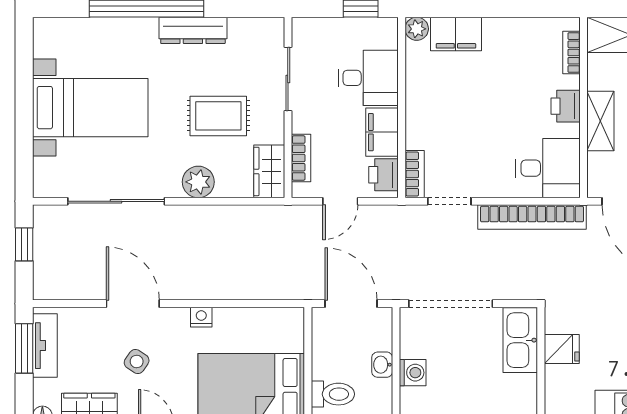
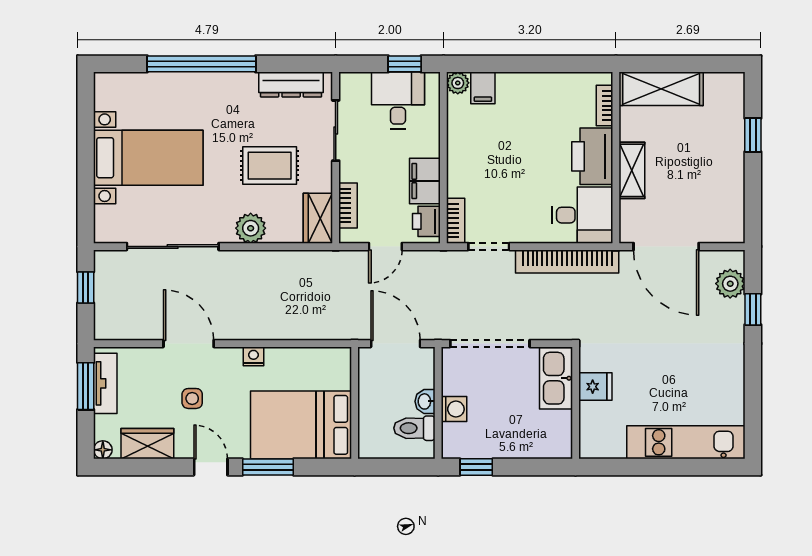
dresser: (193, 30) -> (291, 85), moved
filing cabinet: (456, 34) -> (483, 88), width x0.50
desk: (368, 78) -> (398, 100), moved, turned -90
printer: (566, 106) -> (592, 156), width x1.87, depth x1.48
side table: (137, 362) -> (192, 398), turned -34
toilet: (333, 394) -> (414, 428), moved, turned 180

